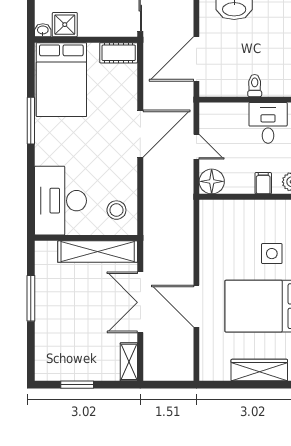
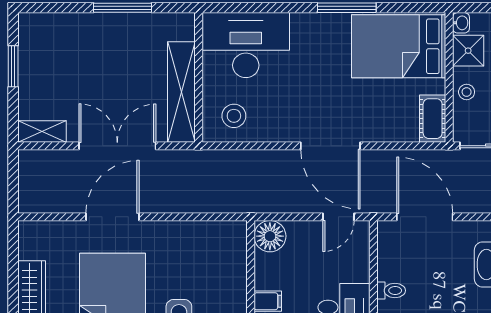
stool: (98, 26) -> (467, 92), added
door: (196, 147) -> (338, 217), moved

